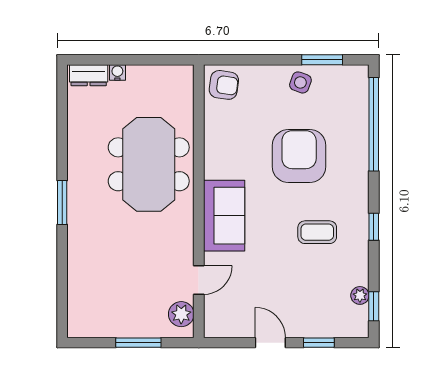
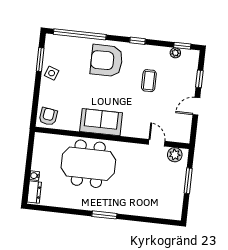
armchair: (299, 156) -> (107, 61), moved
sofa: (224, 216) -> (101, 122), moved
coffee table: (317, 232) -> (149, 81), moved

